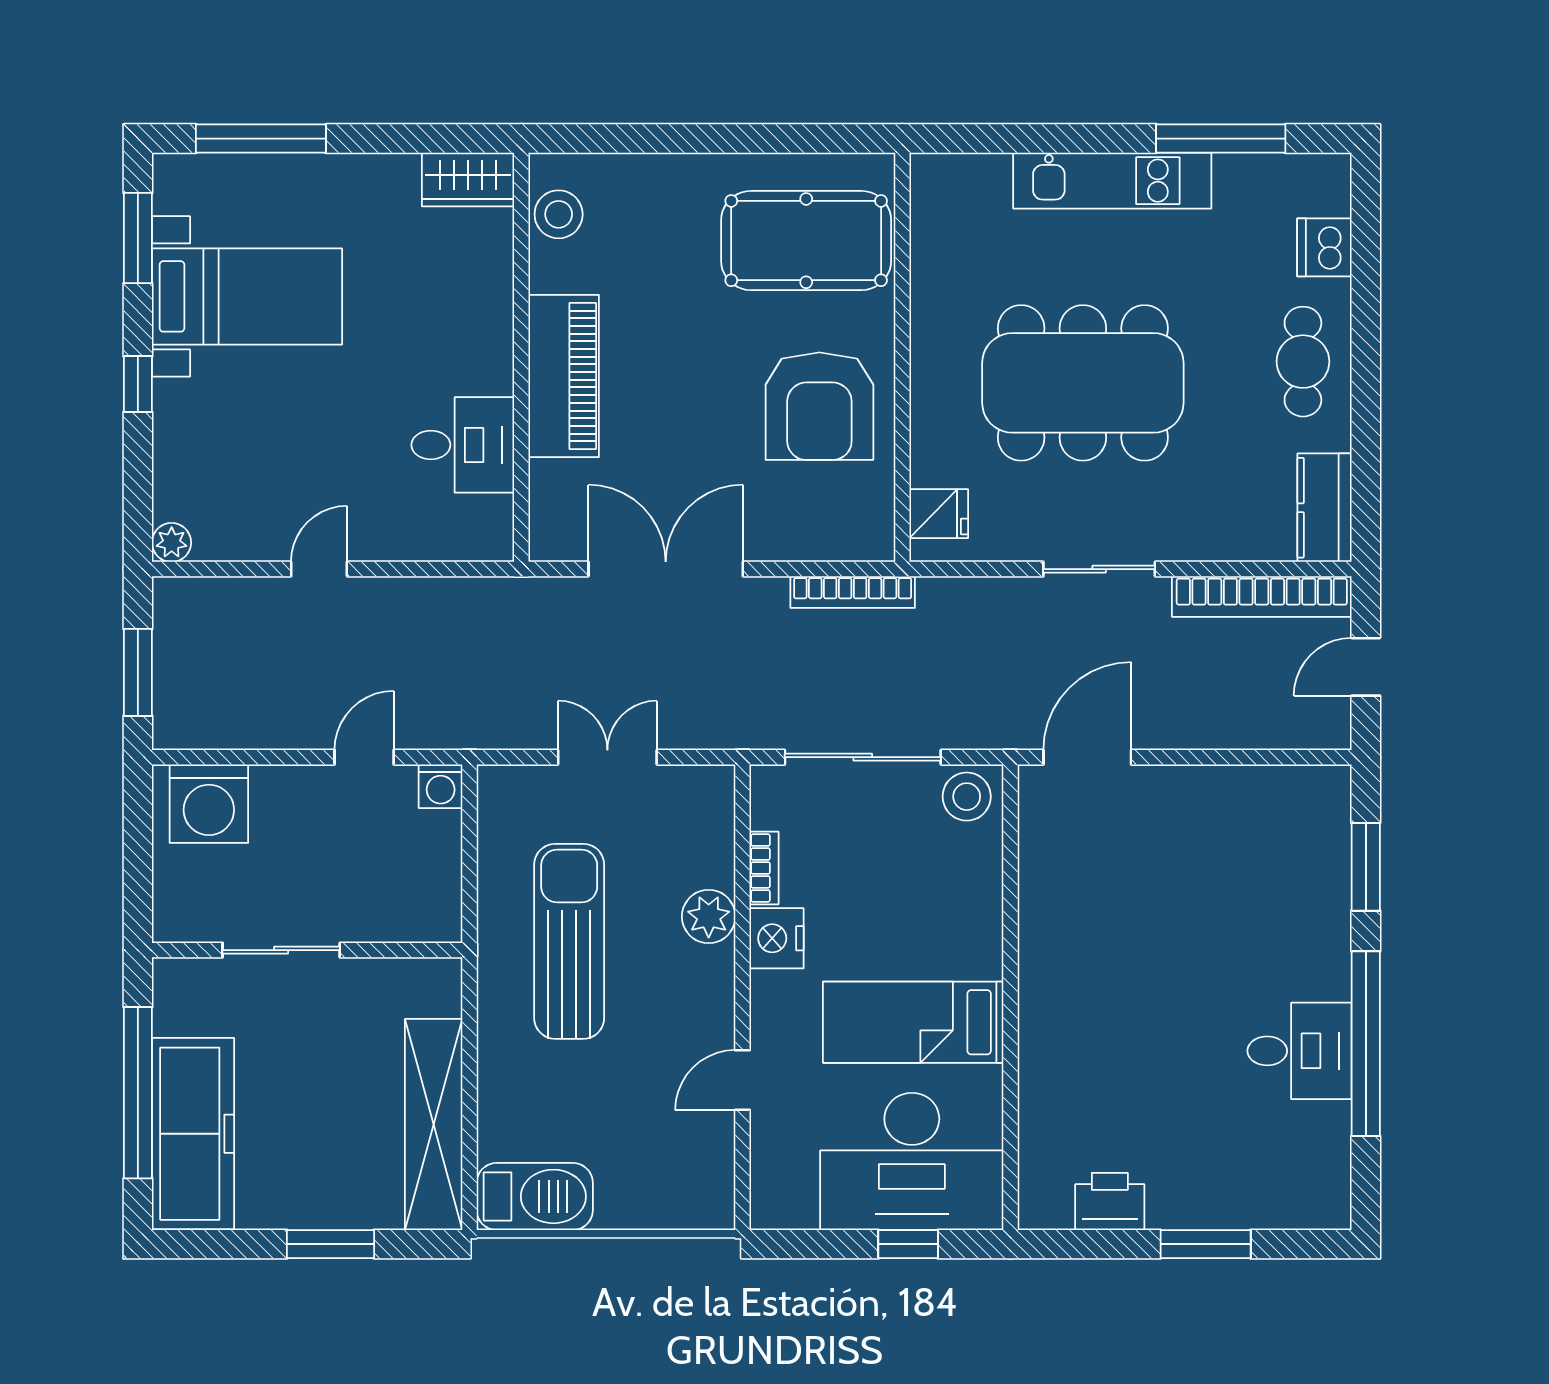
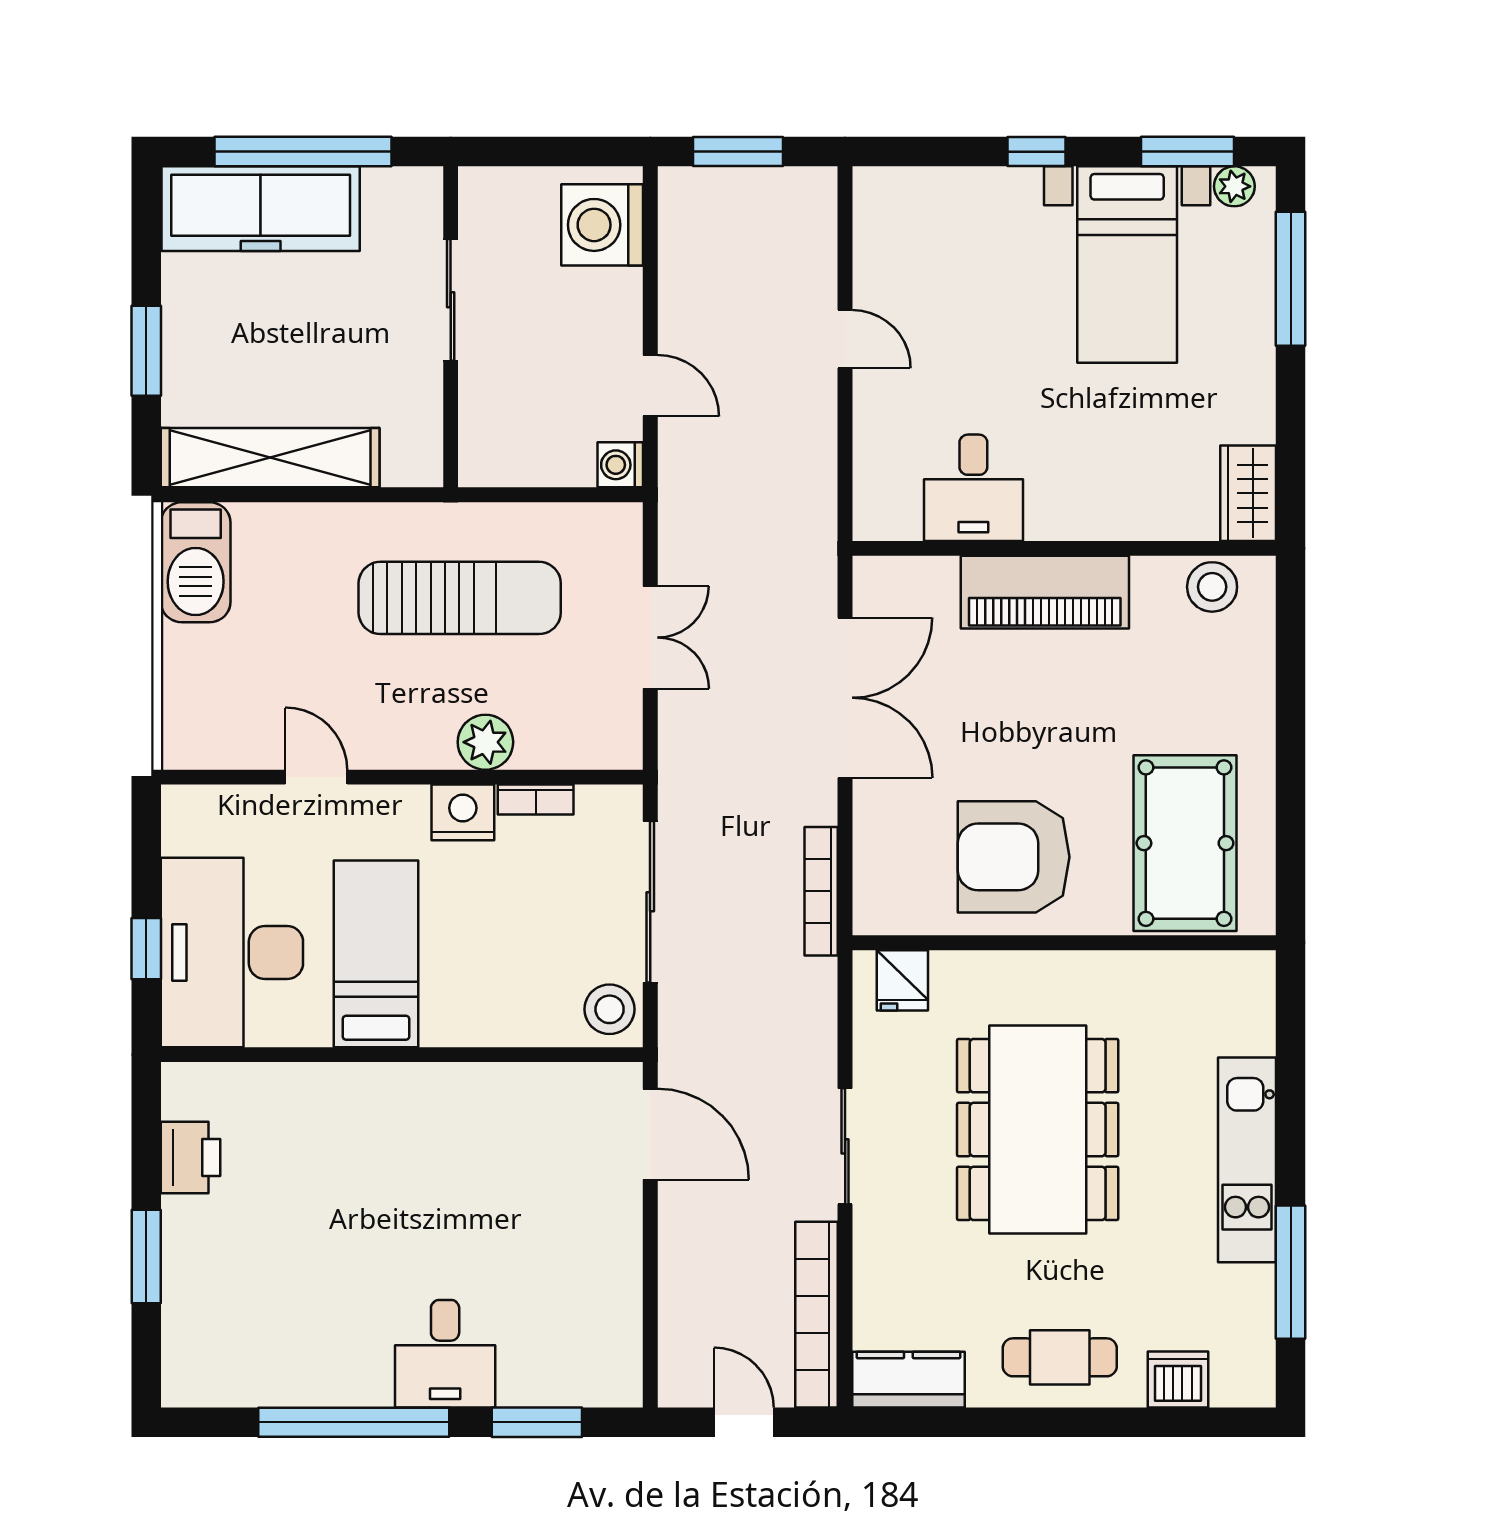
plant: (172, 542) -> (1234, 186), moved
desk: (1300, 1051) -> (445, 1354), moved

